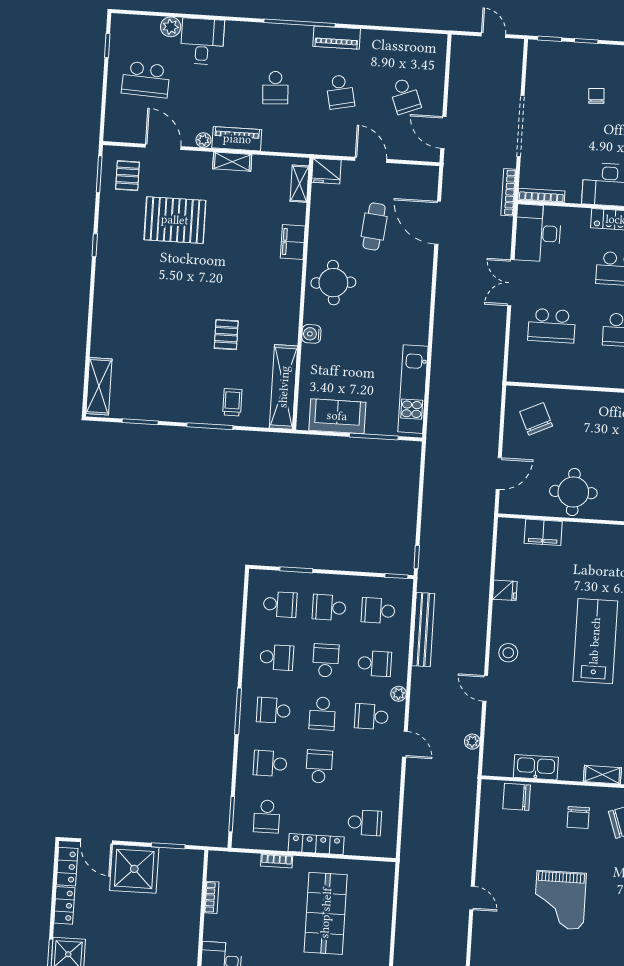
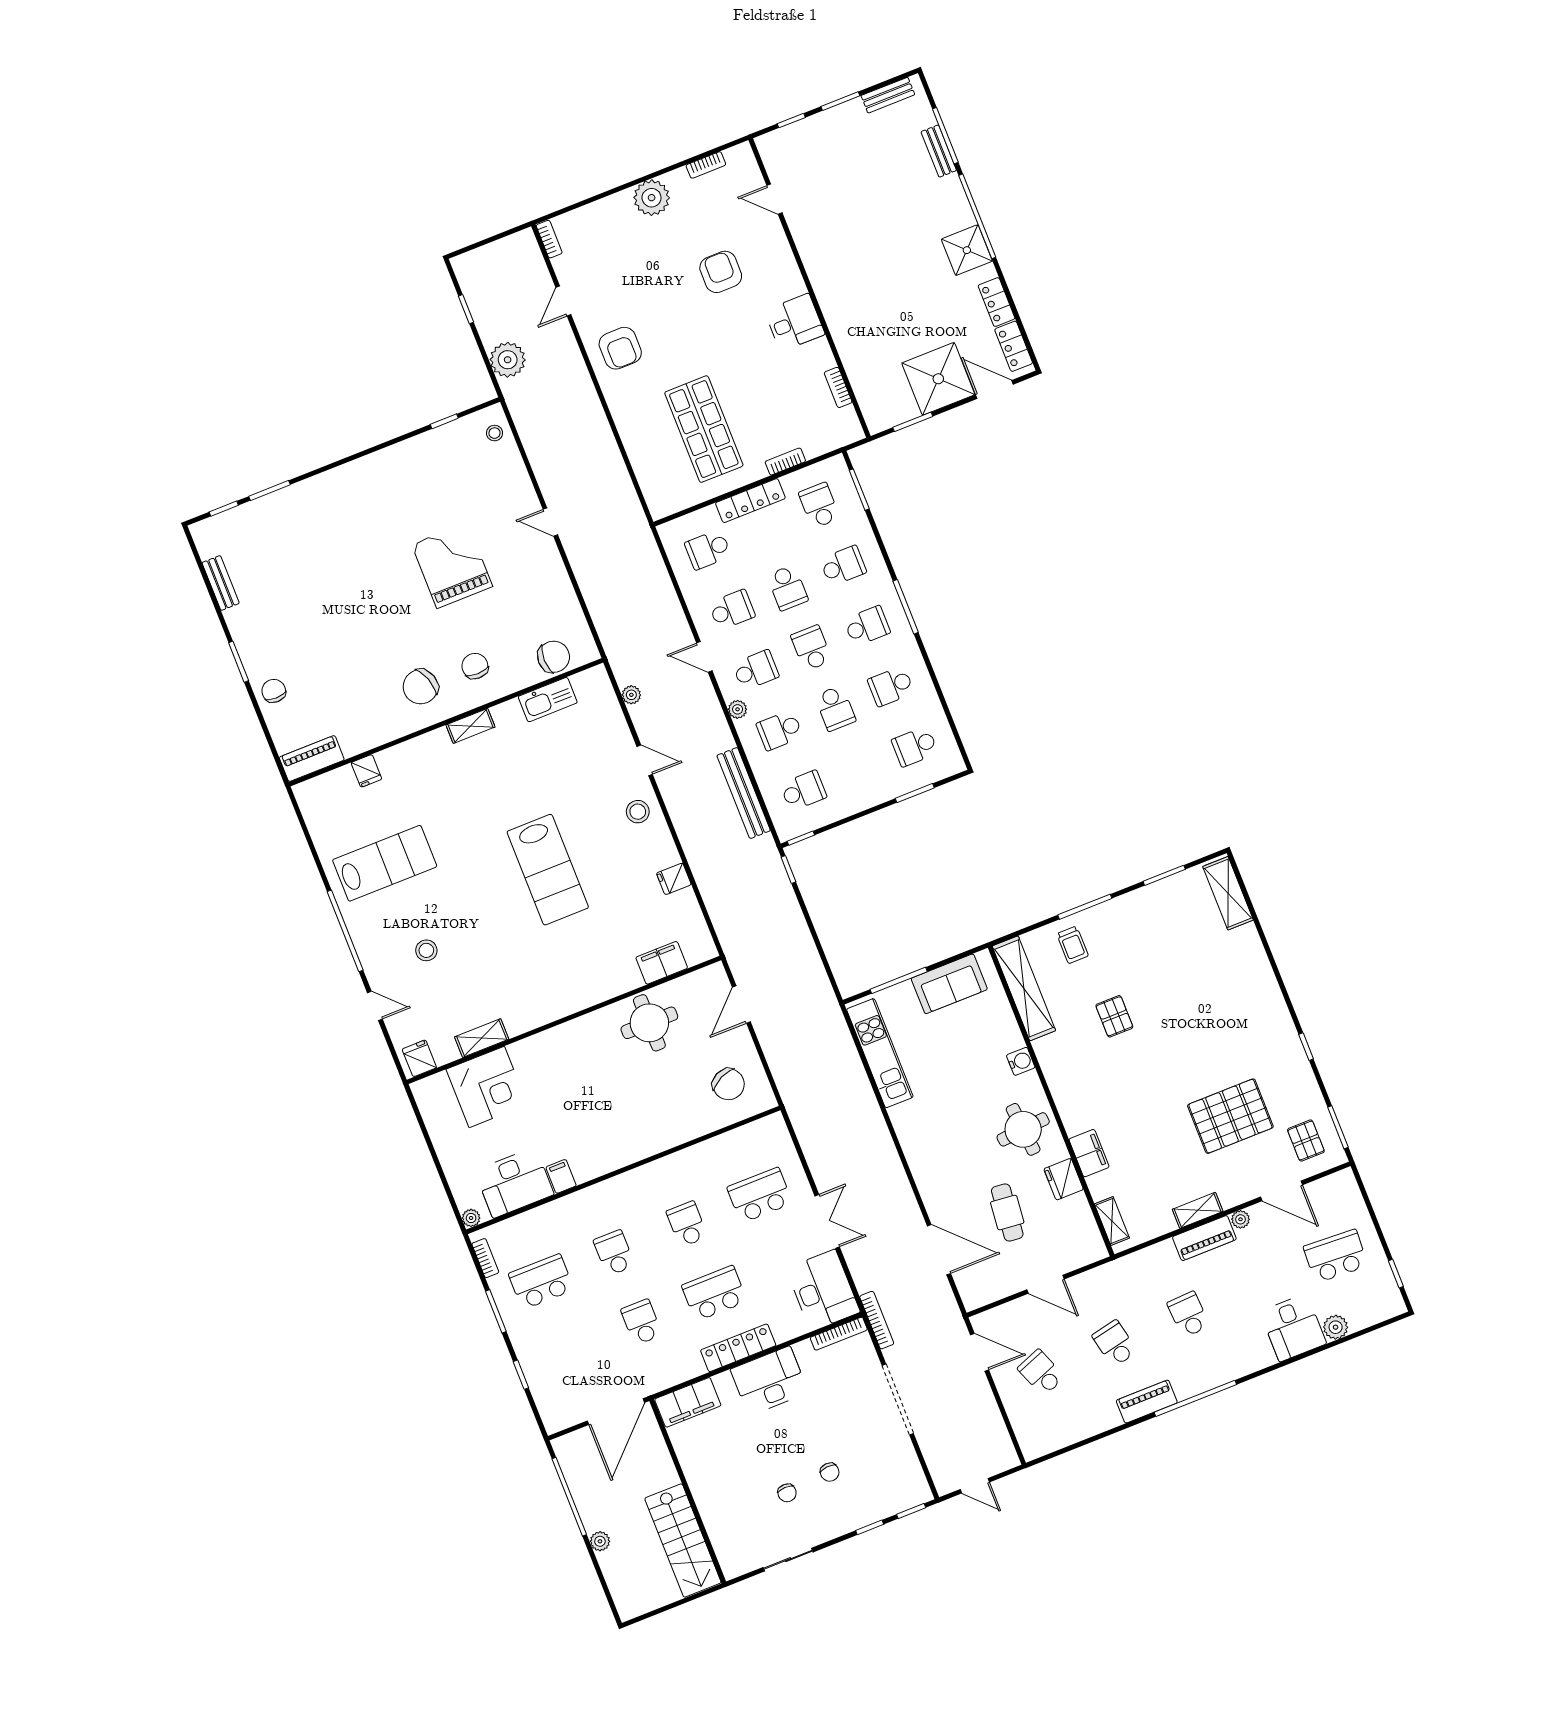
fridge: (326, 171) -> (1064, 1179), moved, turned -90
school desk: (329, 607) -> (732, 610), moved

